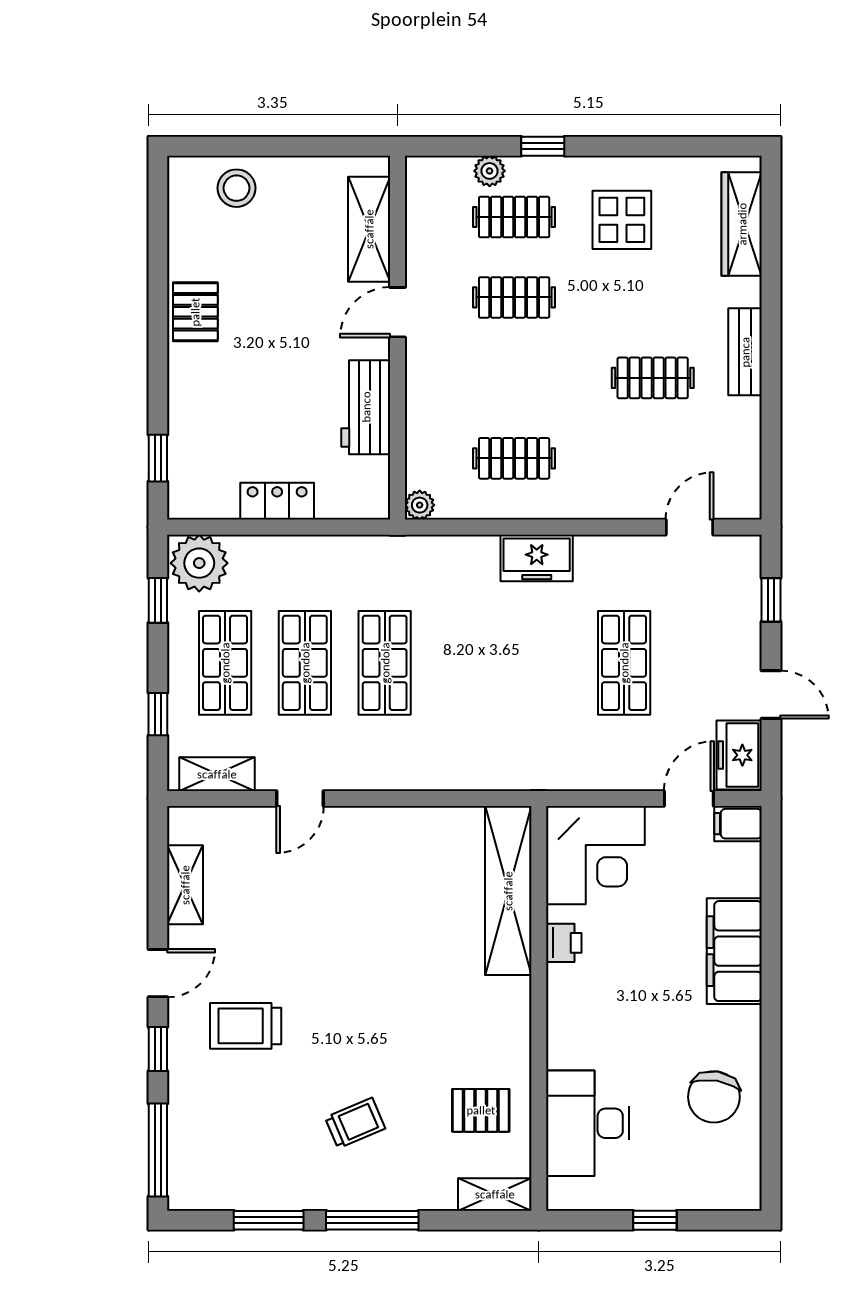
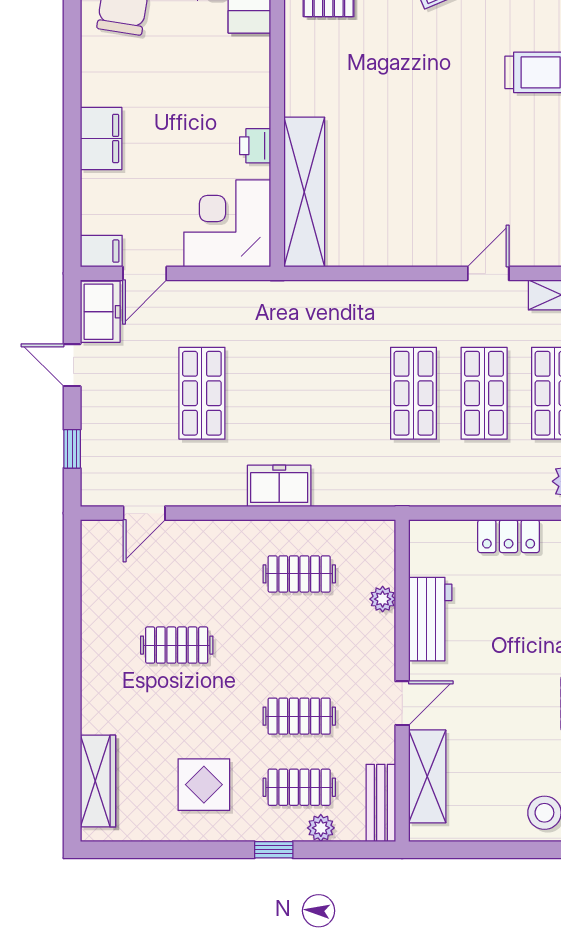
bench: (745, 352) -> (381, 803), moved
plant: (420, 505) -> (383, 599), moved
filing cabinet: (734, 951) -> (101, 138), width x0.67, depth x0.86

